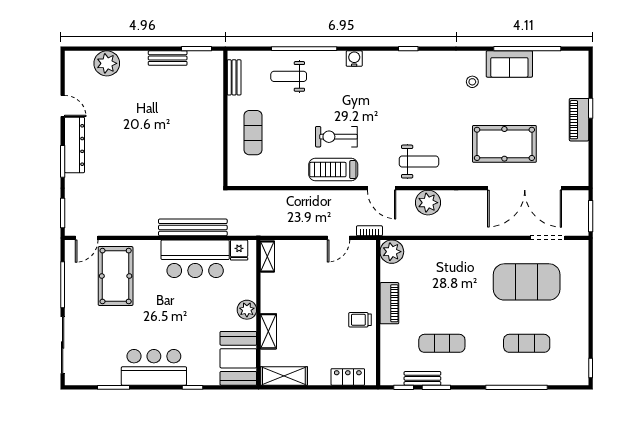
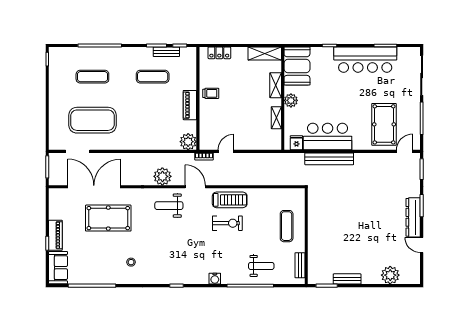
sofa: (509, 64) -> (58, 268), moved, turned 90
shelving: (267, 256) -> (276, 118), moved
bar counter: (154, 367) -> (365, 60), width x1.36

